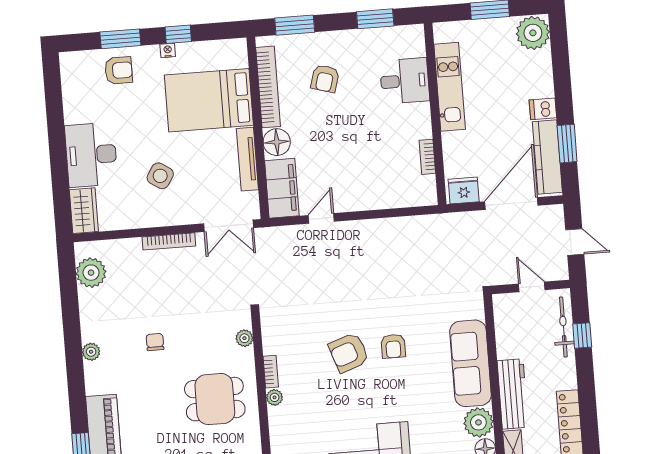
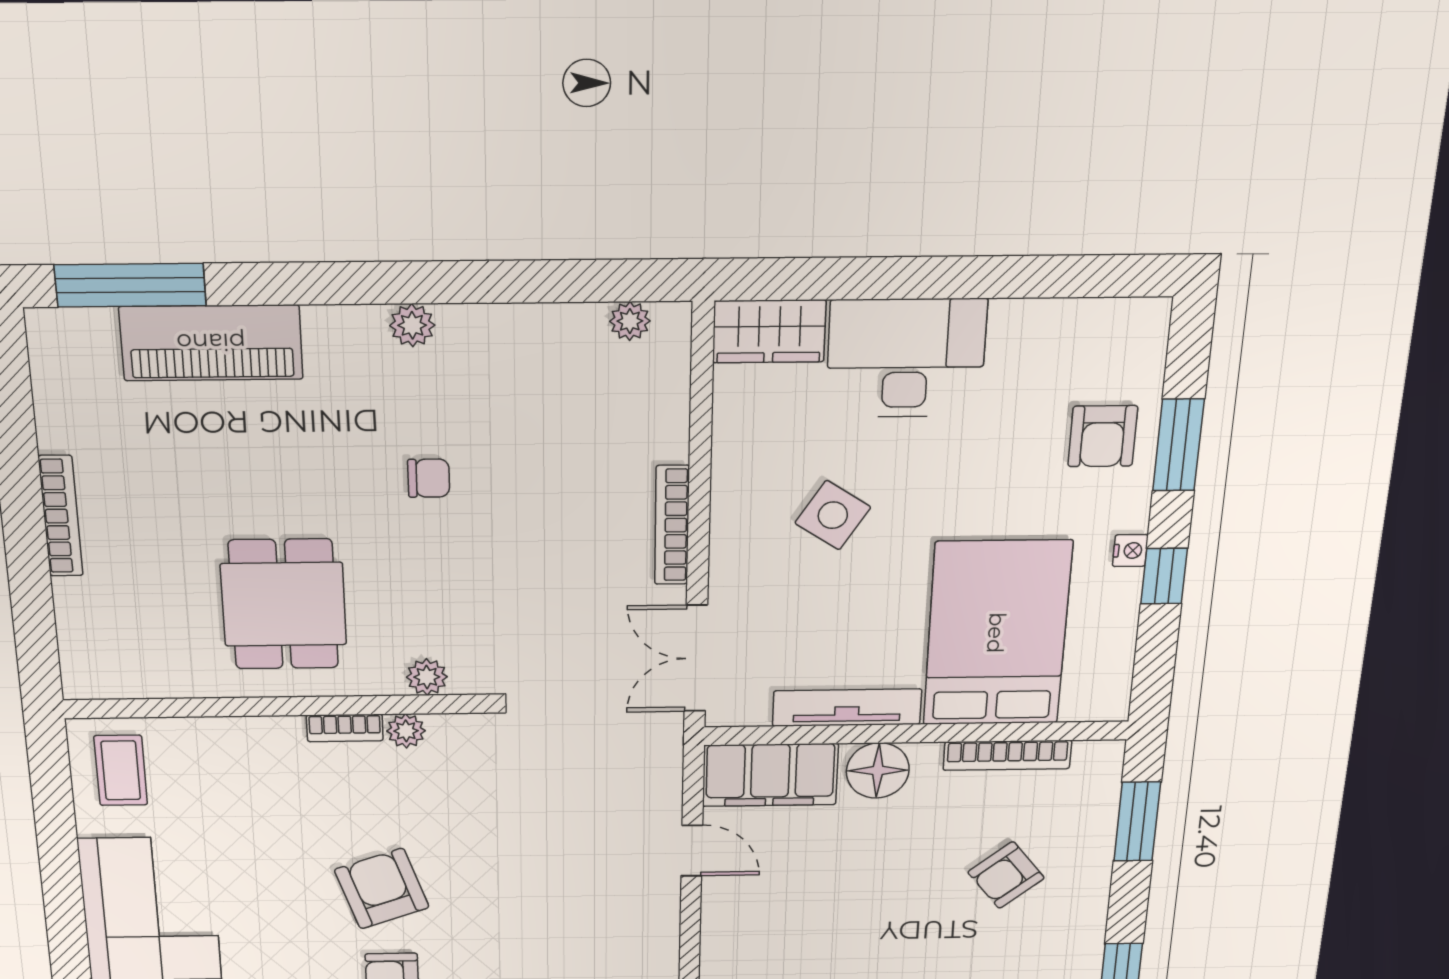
armchair: (325, 79) -> (1006, 875), turned -55
bookcase: (268, 87) -> (1007, 755), width x0.68, depth x0.76
plant: (91, 273) -> (630, 321), width x0.53, depth x0.53
plant: (275, 397) -> (406, 731), moved

